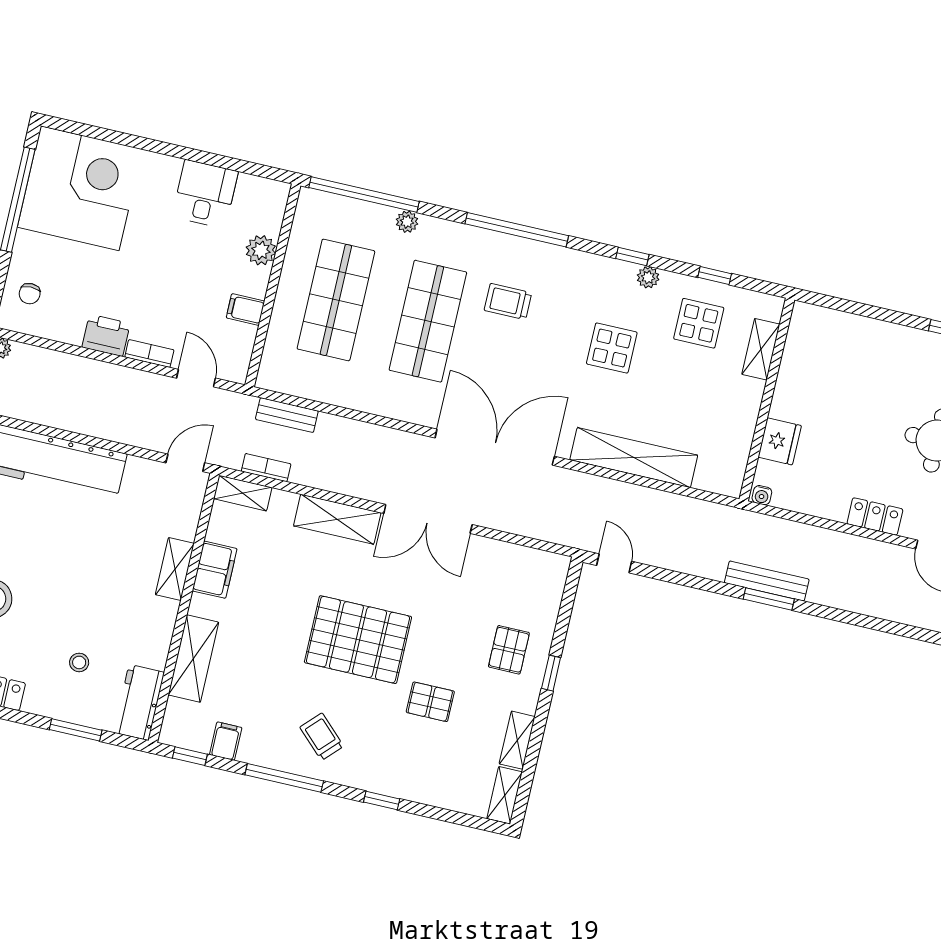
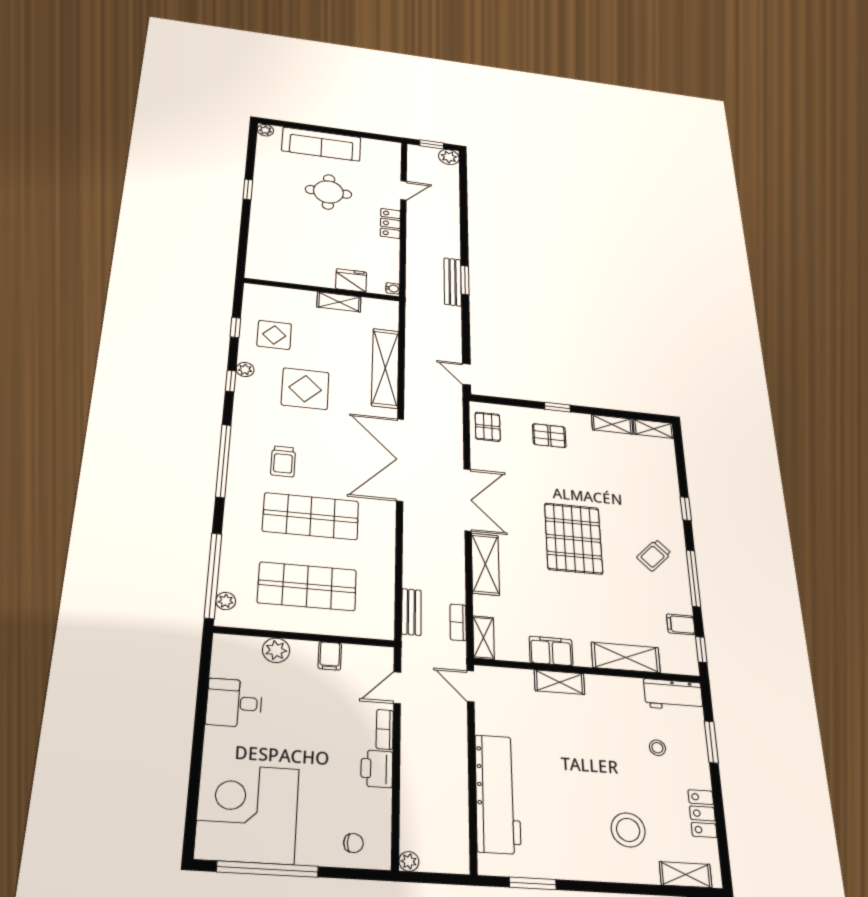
plant: (407, 222) -> (226, 601), moved
display table: (612, 348) -> (305, 389), width x1.36, depth x1.36
shelving: (761, 349) -> (339, 302), moved
door: (614, 563) -> (466, 374), hinge flipped
pallet: (430, 702) -> (488, 427), moved

